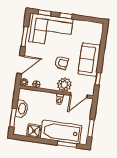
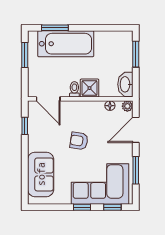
sofa: (89, 60) -> (41, 174), moved
plant: (64, 85) -> (71, 111), removed
door: (79, 95) -> (48, 99), swing flipped
washbasin: (22, 109) -> (125, 84), moved
shower: (34, 131) -> (90, 88), moved

